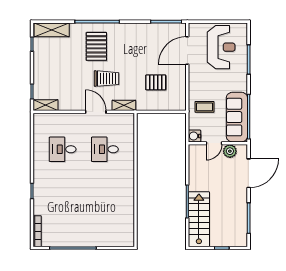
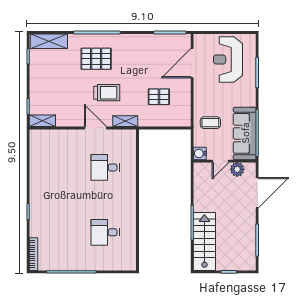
pallet: (96, 46) -> (96, 59), turned 90
reception desk: (221, 47) -> (228, 59), turned 180
desk: (63, 149) -> (105, 232), moved

